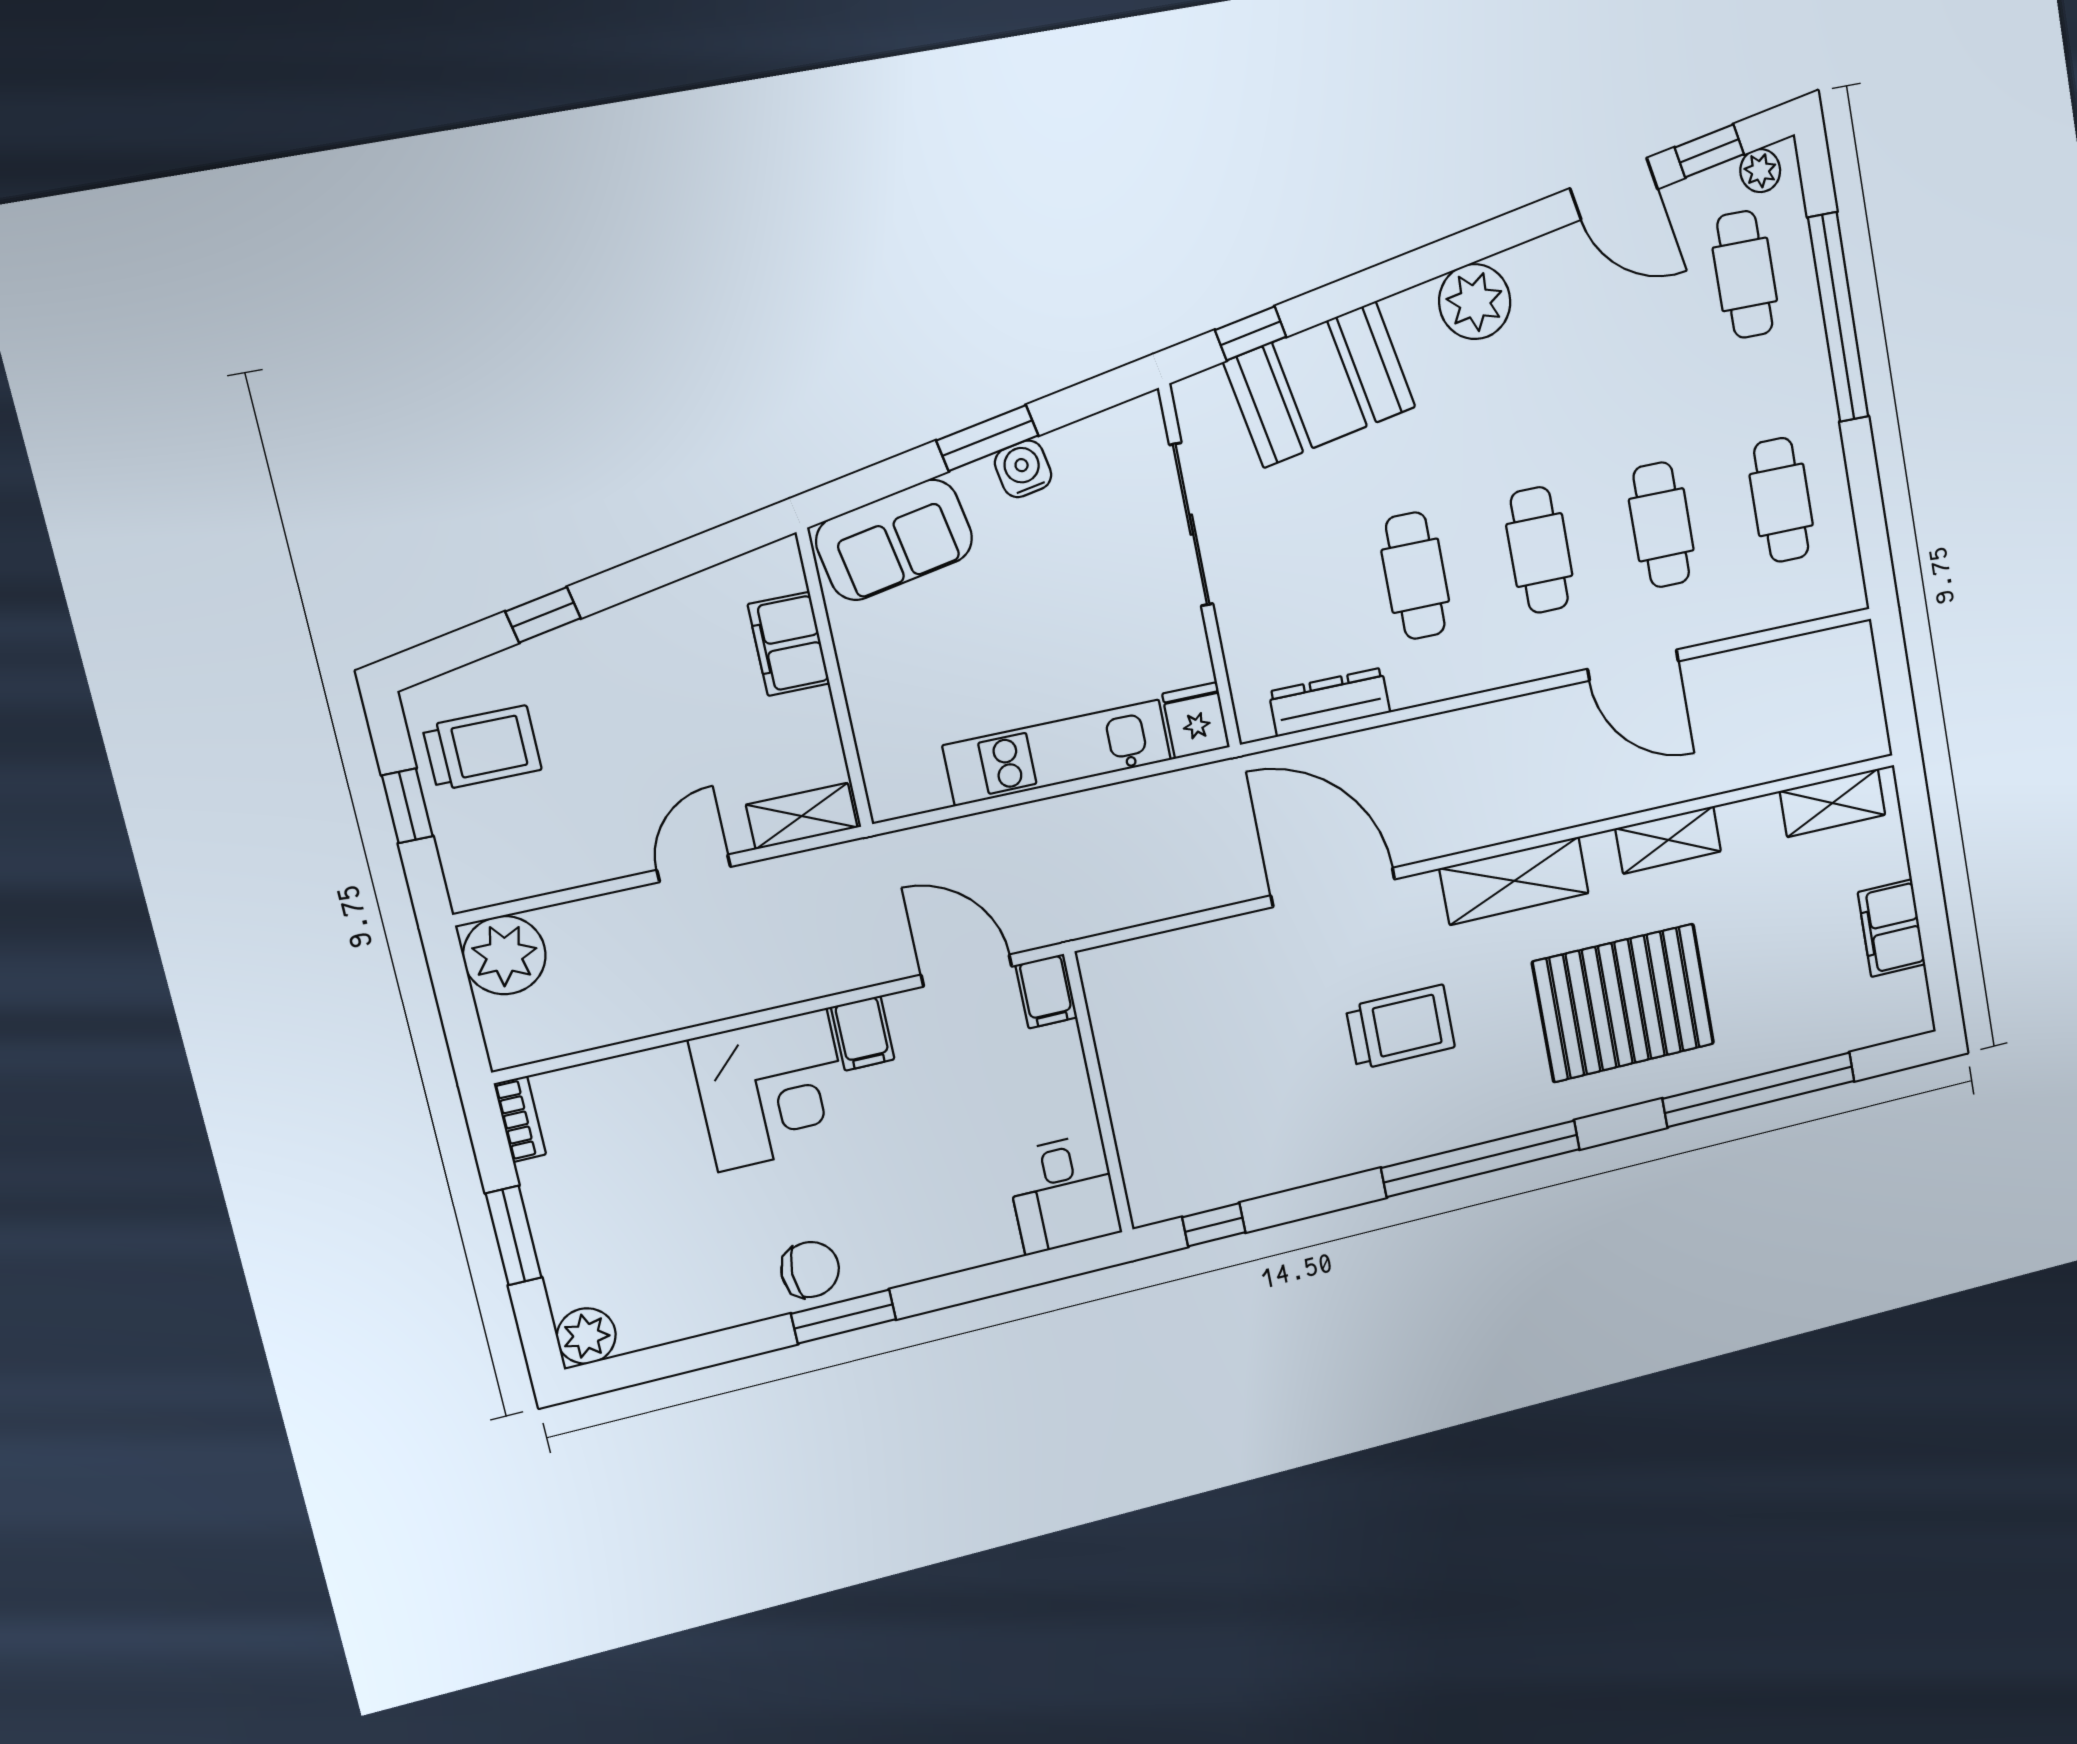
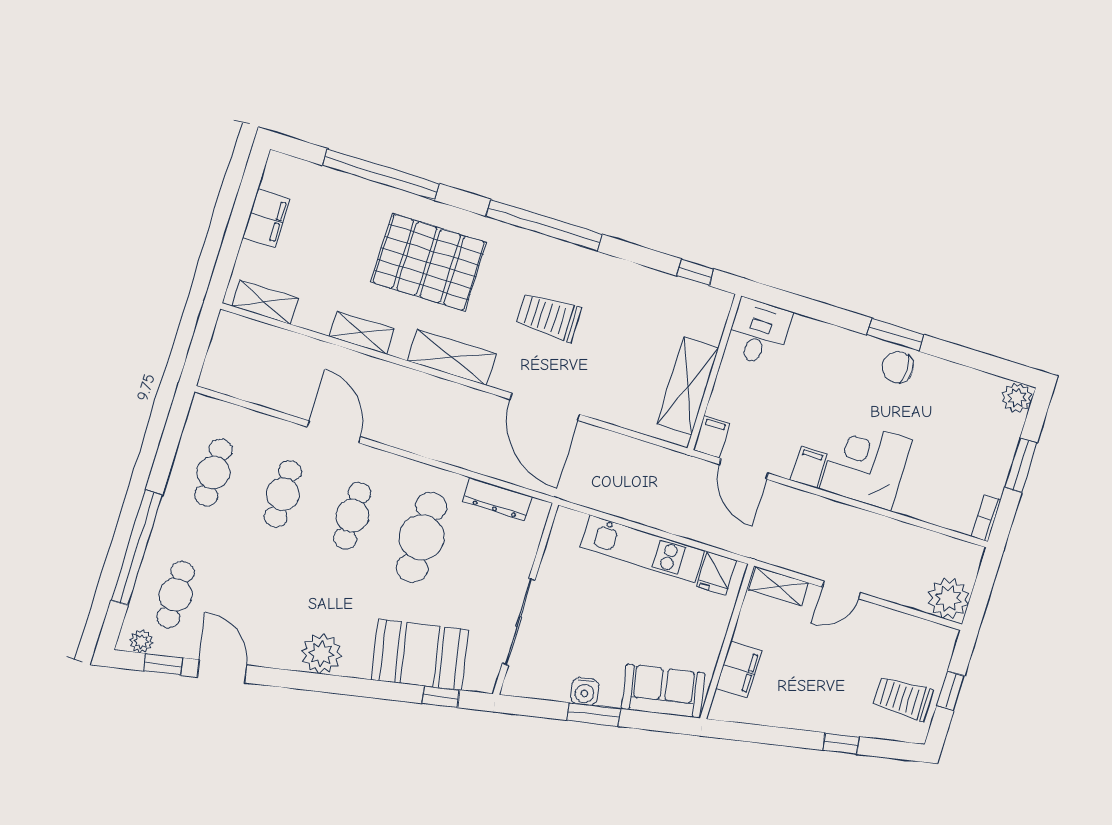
cafe table: (1415, 576) -> (422, 537), width x1.37, depth x1.35
fridge: (1196, 720) -> (717, 573), moved
shelving: (1128, 1047) -> (688, 386), added

